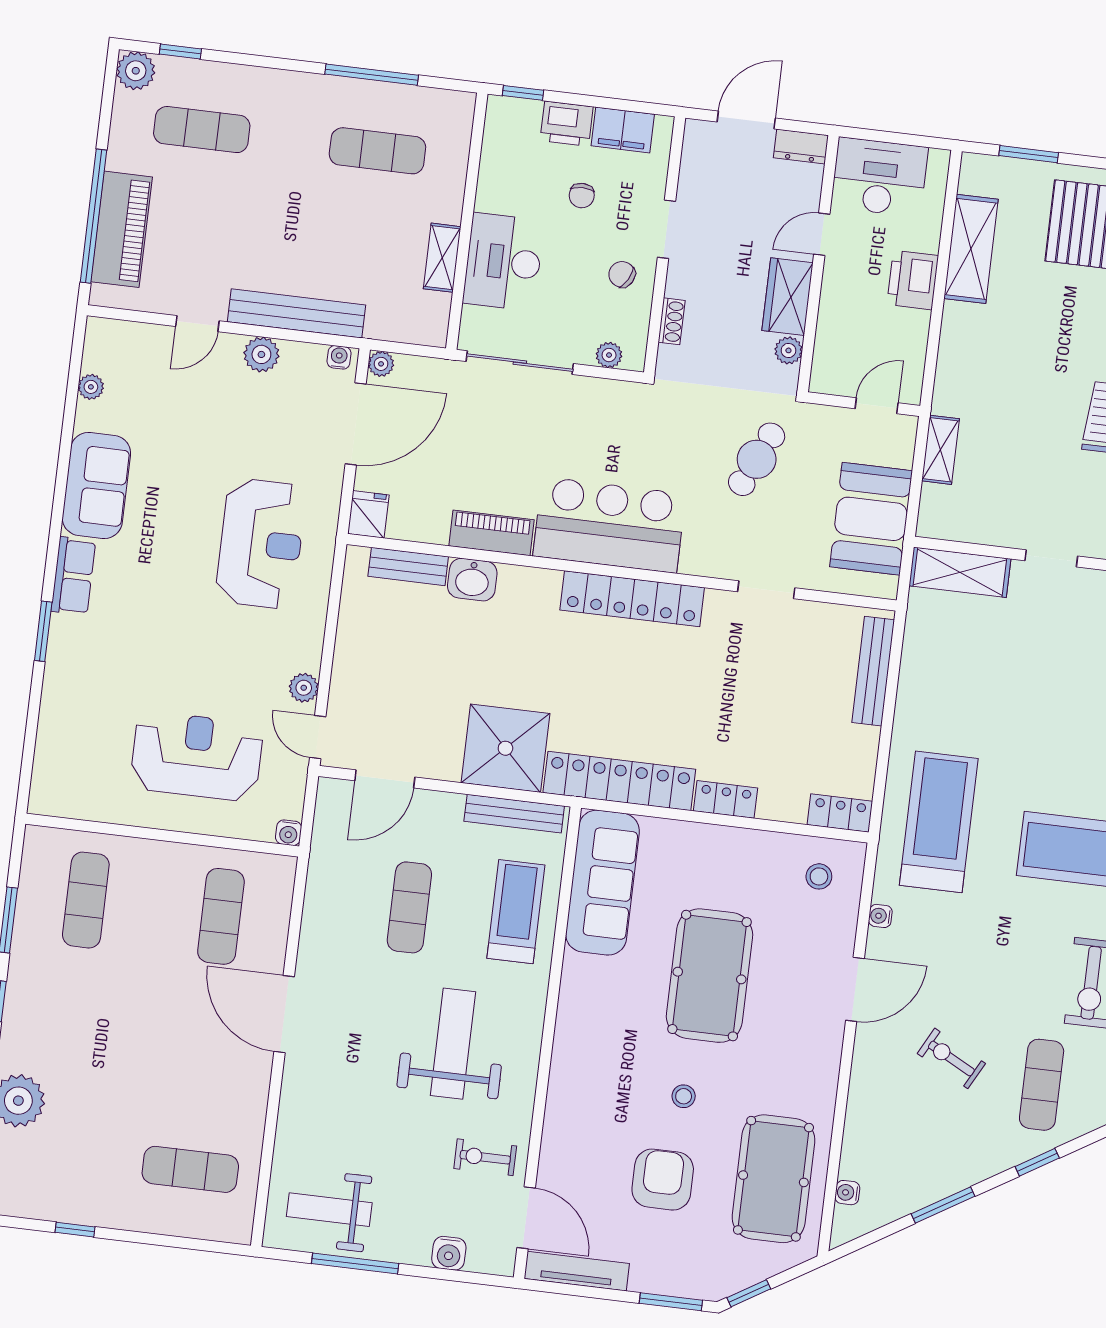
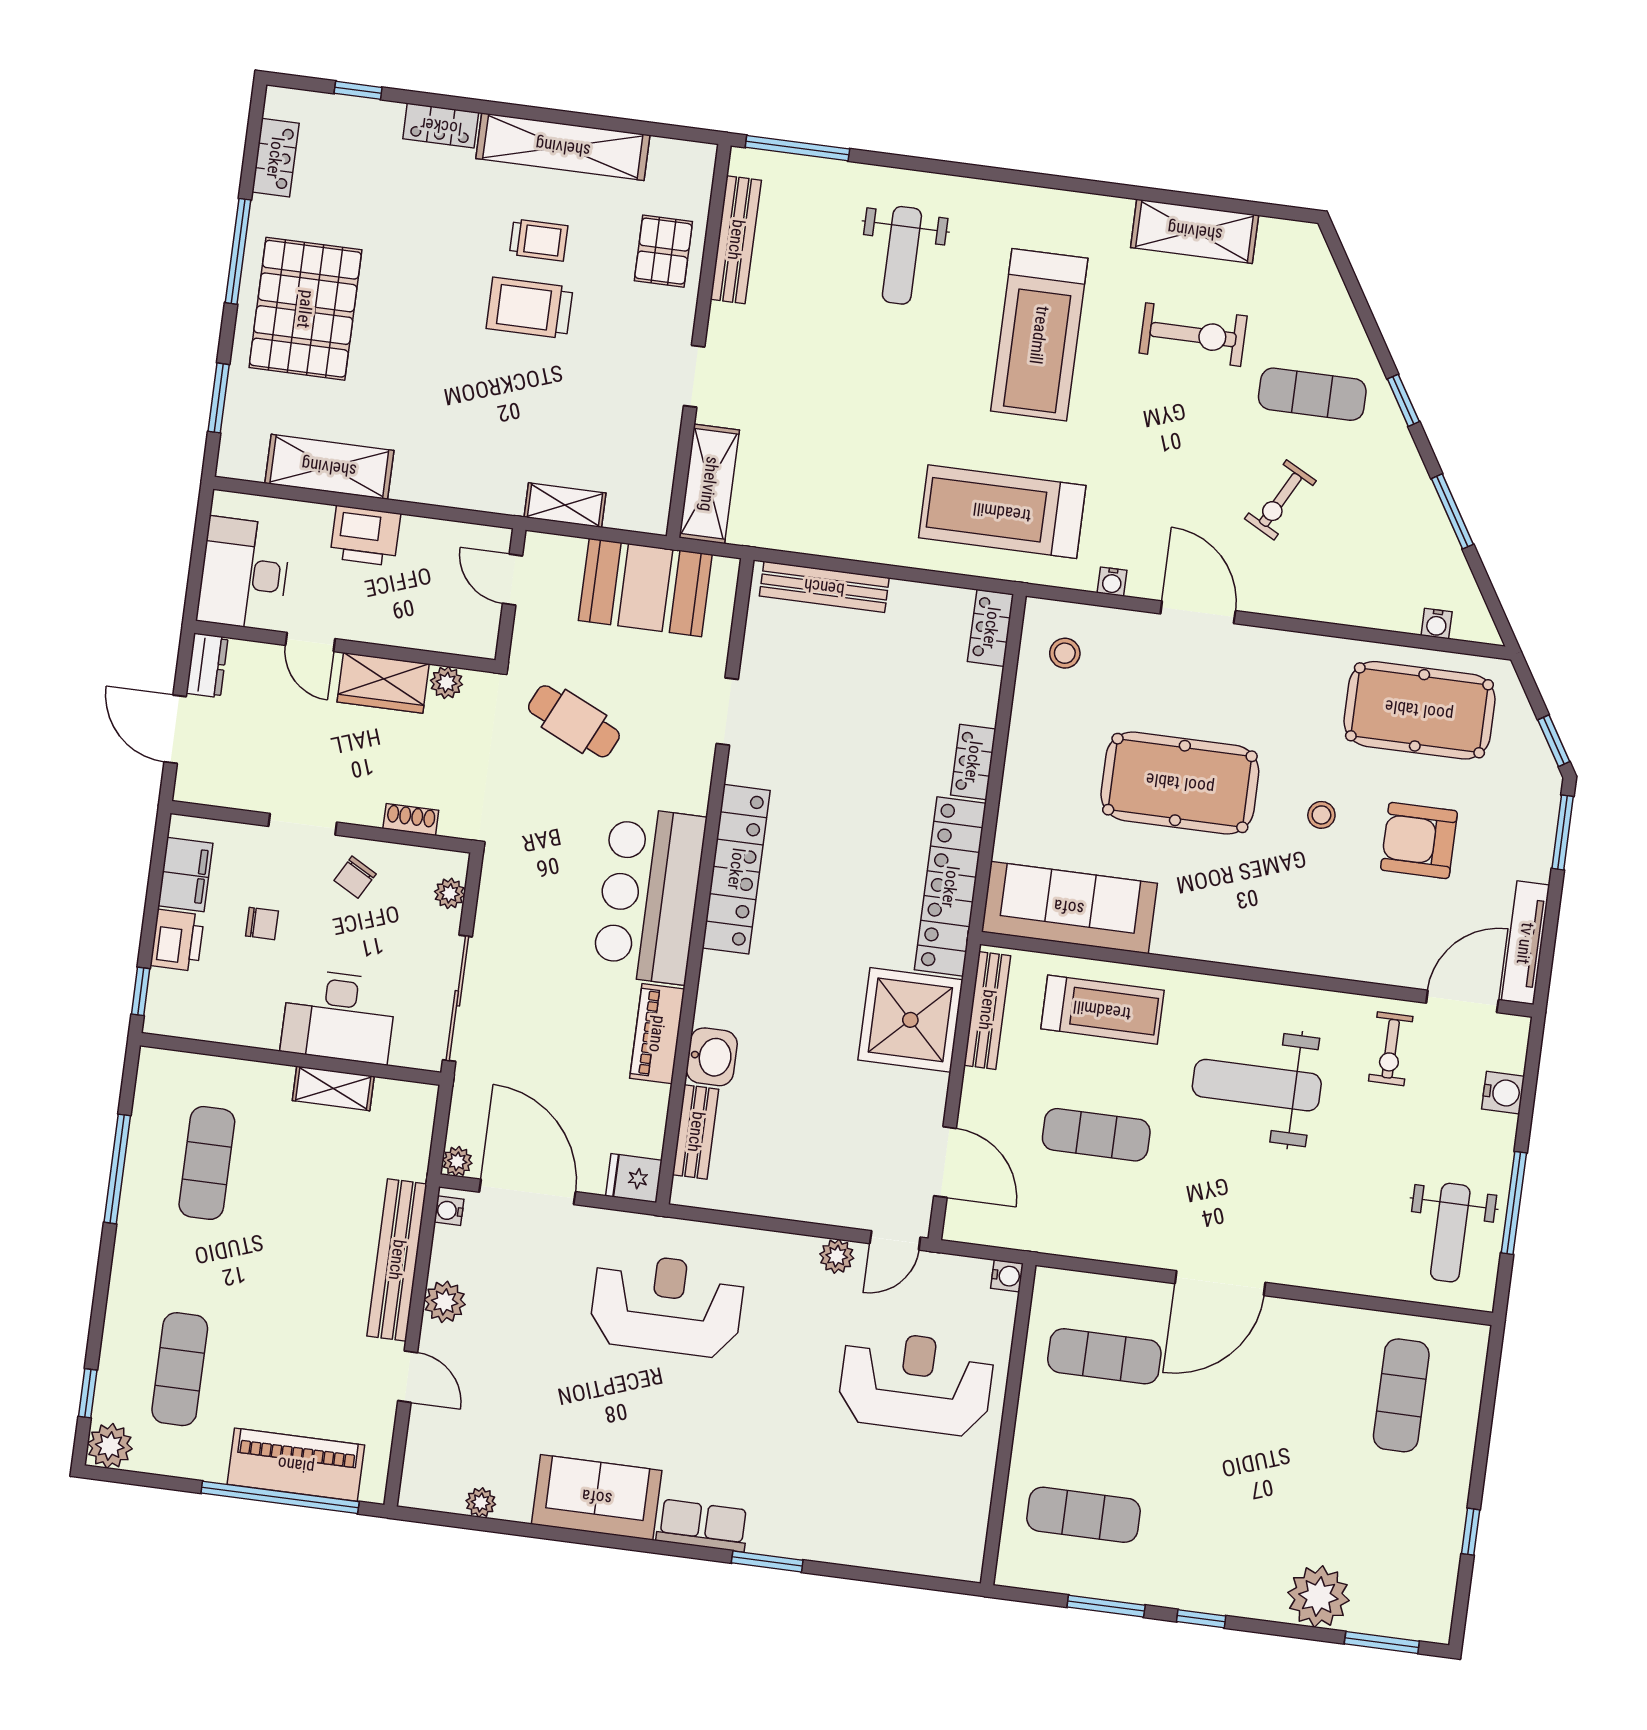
reception desk: (197, 756) -> (916, 1383), turned 90
treadmill: (516, 912) -> (1102, 1010), turned 180

